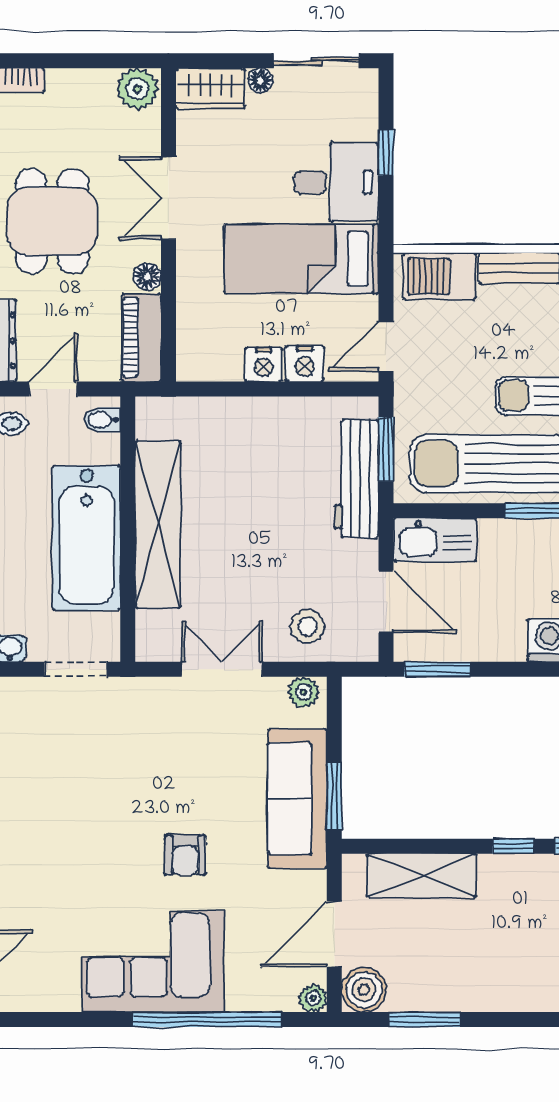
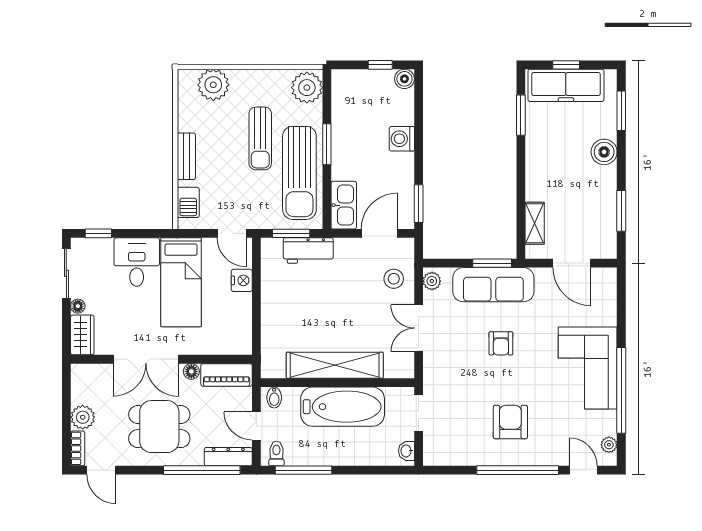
plant: (137, 89) -> (83, 417), moved
window: (386, 153) -> (98, 233), moved
double door: (168, 198) -> (146, 359), width x1.37
barbecue: (439, 276) -> (188, 202), width x0.73, depth x0.79
nightstand: (264, 365) -> (242, 304), removed
workbench: (356, 479) -> (308, 250), width x0.73
armchair: (60, 828) -> (510, 422), added
window: (513, 846) -> (521, 160), removed
armchair: (185, 855) -> (501, 343), moved, turned 90
shelving: (422, 875) -> (535, 223), width x0.67, depth x0.75
boiler: (364, 990) -> (604, 152), moved
plant: (313, 998) -> (609, 445), moved
window: (207, 1019) -> (621, 390), moved

